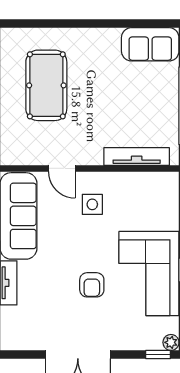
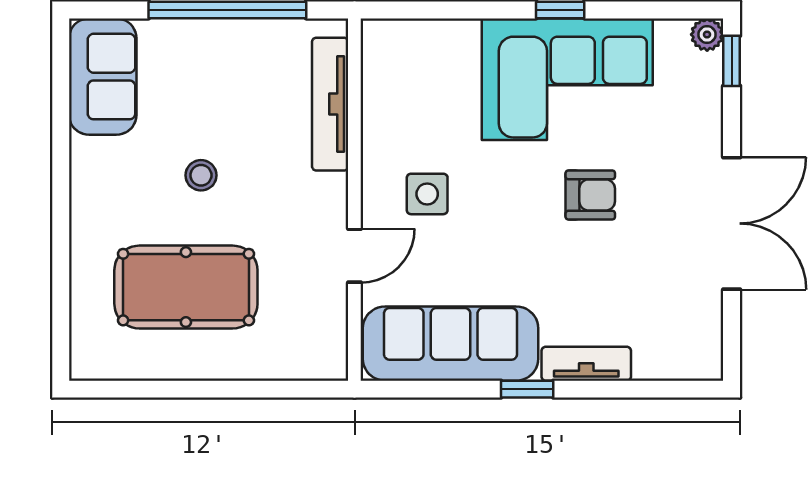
stool: (102, 93) -> (201, 175), added

